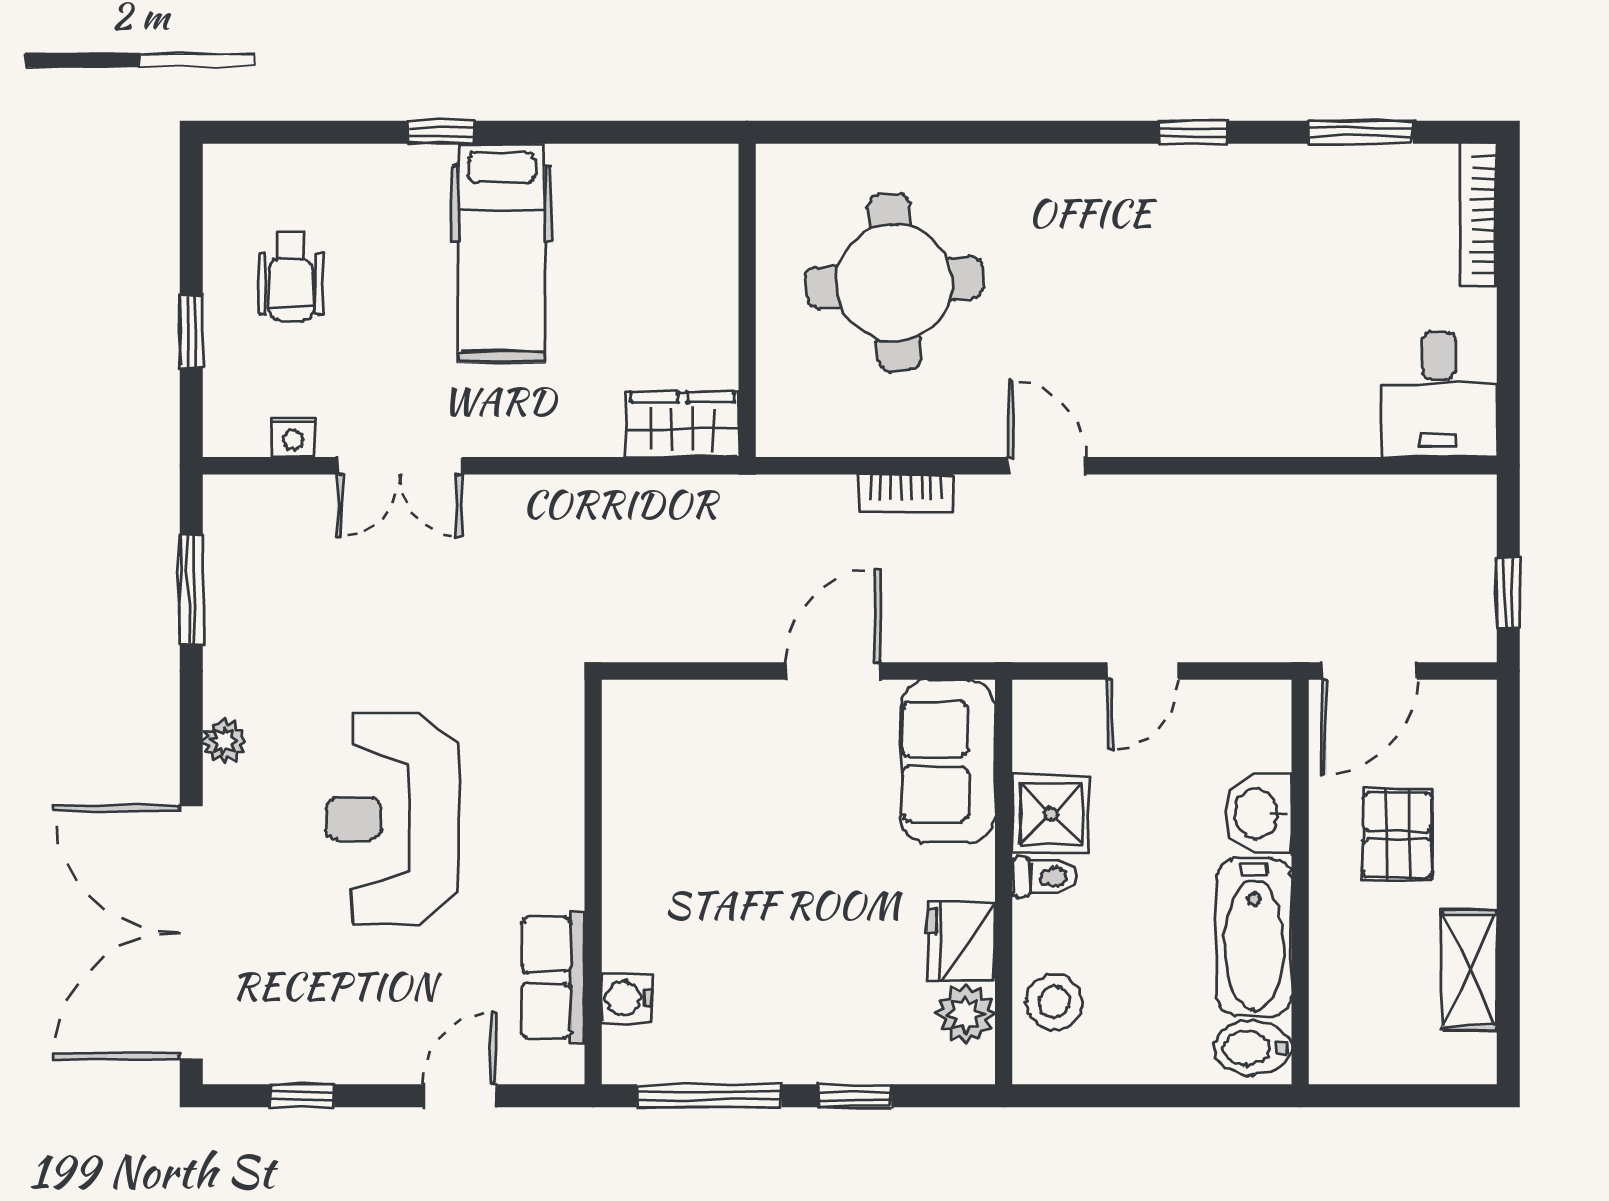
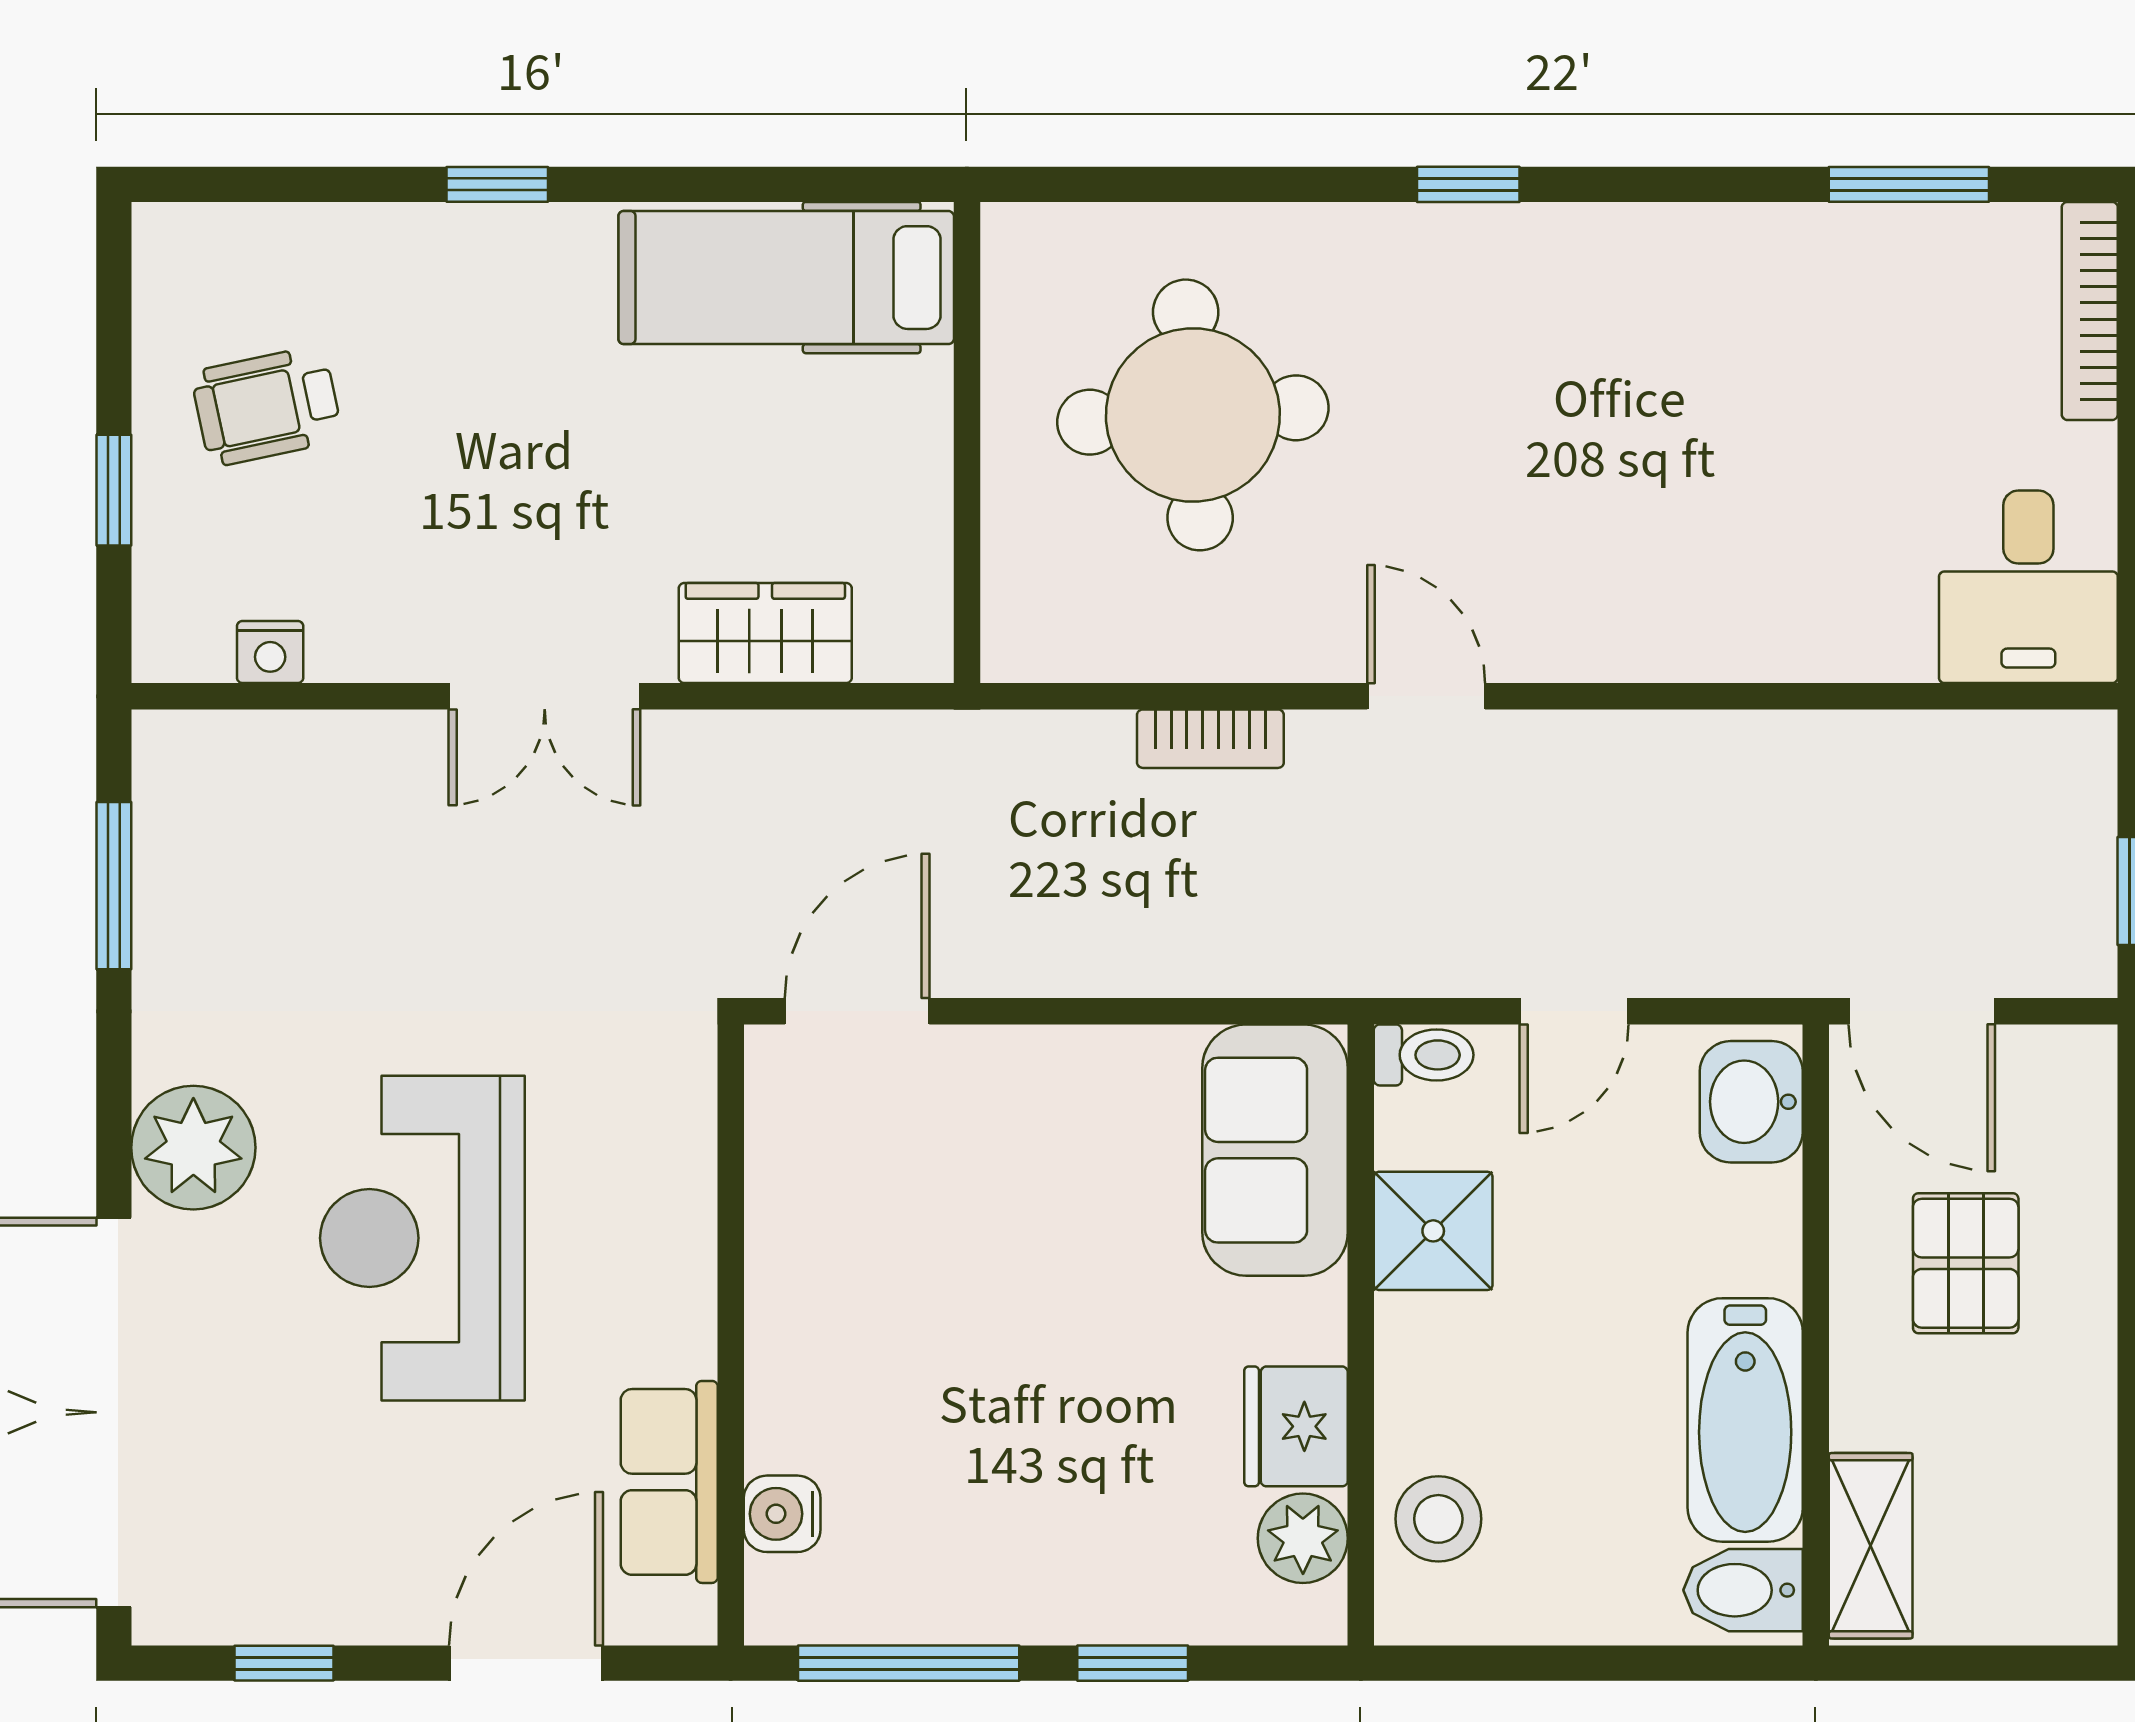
window: (1192, 132) -> (1468, 184), moved
hospital bed: (502, 253) -> (786, 278), moved, turned 90
wheelchair: (291, 277) -> (267, 406), turned 78
wardrobe: (682, 424) -> (765, 633), moved
double door: (399, 466) -> (545, 696), moved
door: (833, 671) -> (857, 1011), moved
door: (1369, 671) -> (1922, 1011), hinge flipped
plant: (224, 741) -> (193, 1148), width x1.88, depth x1.88
washbasin: (1258, 814) -> (1751, 1102), moved
toilet: (1045, 877) -> (1424, 1055), moved
shelving: (1470, 970) -> (1871, 1546), moved
door: (460, 1096) -> (526, 1663), width x1.38

